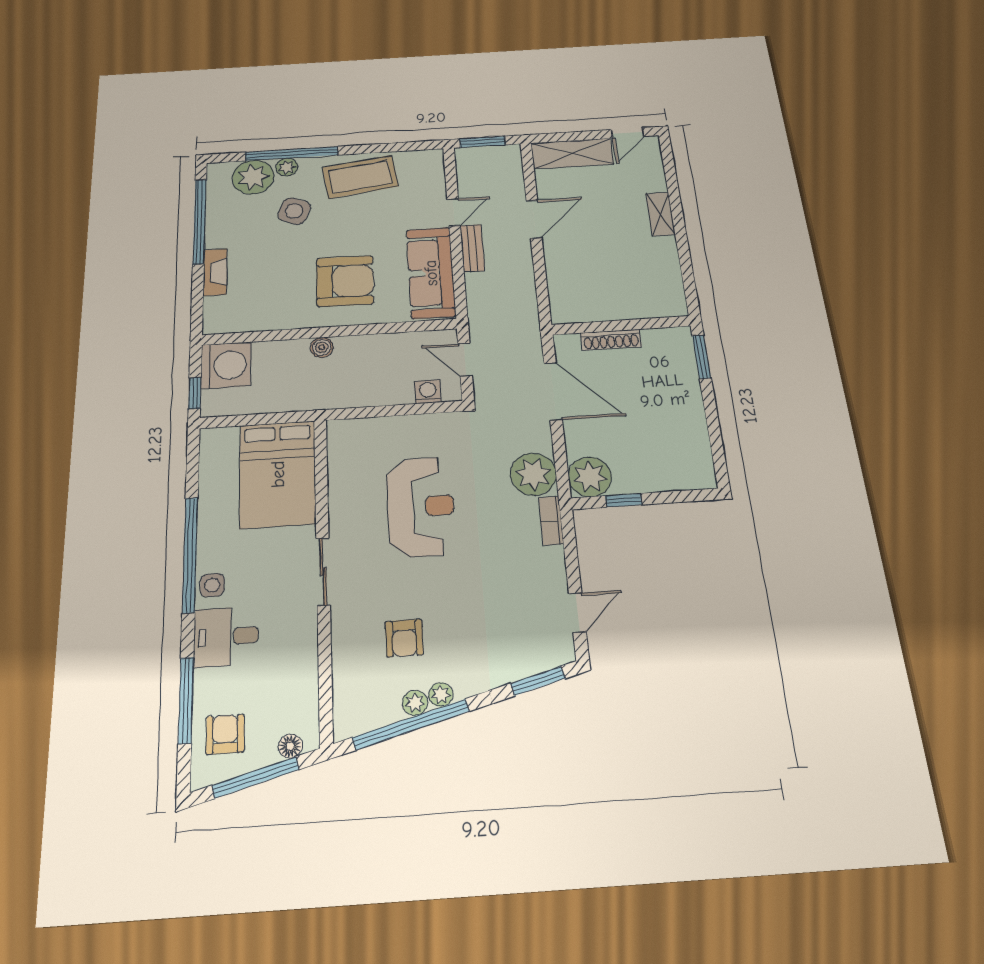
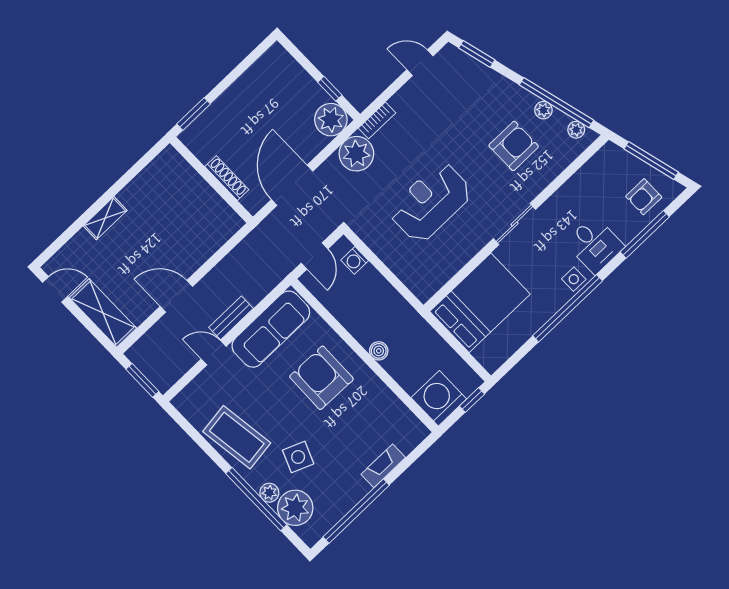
armchair: (404, 638) -> (514, 146), width x1.38, depth x1.38
plant: (441, 695) -> (576, 130), moved
floor lamp: (290, 746) -> (621, 157), removed

